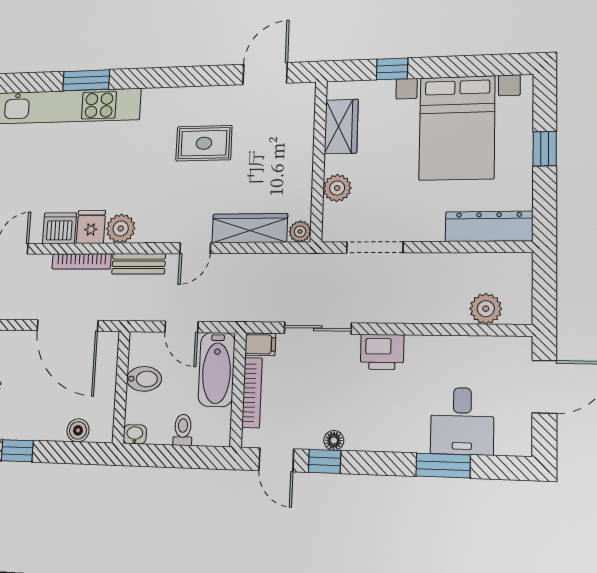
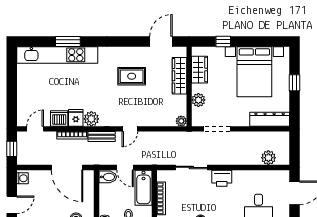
wardrobe: (250, 228) -> (179, 76), moved, turned -90
filing cabinet: (260, 344) -> (164, 175), removed
bidet: (144, 379) -> (108, 177), moved

